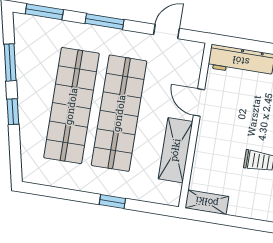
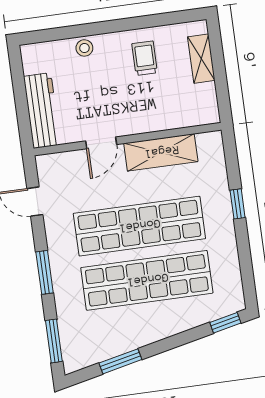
window: (13, 112) -> (225, 323), moved
shelving: (207, 202) -> (201, 59), moved

